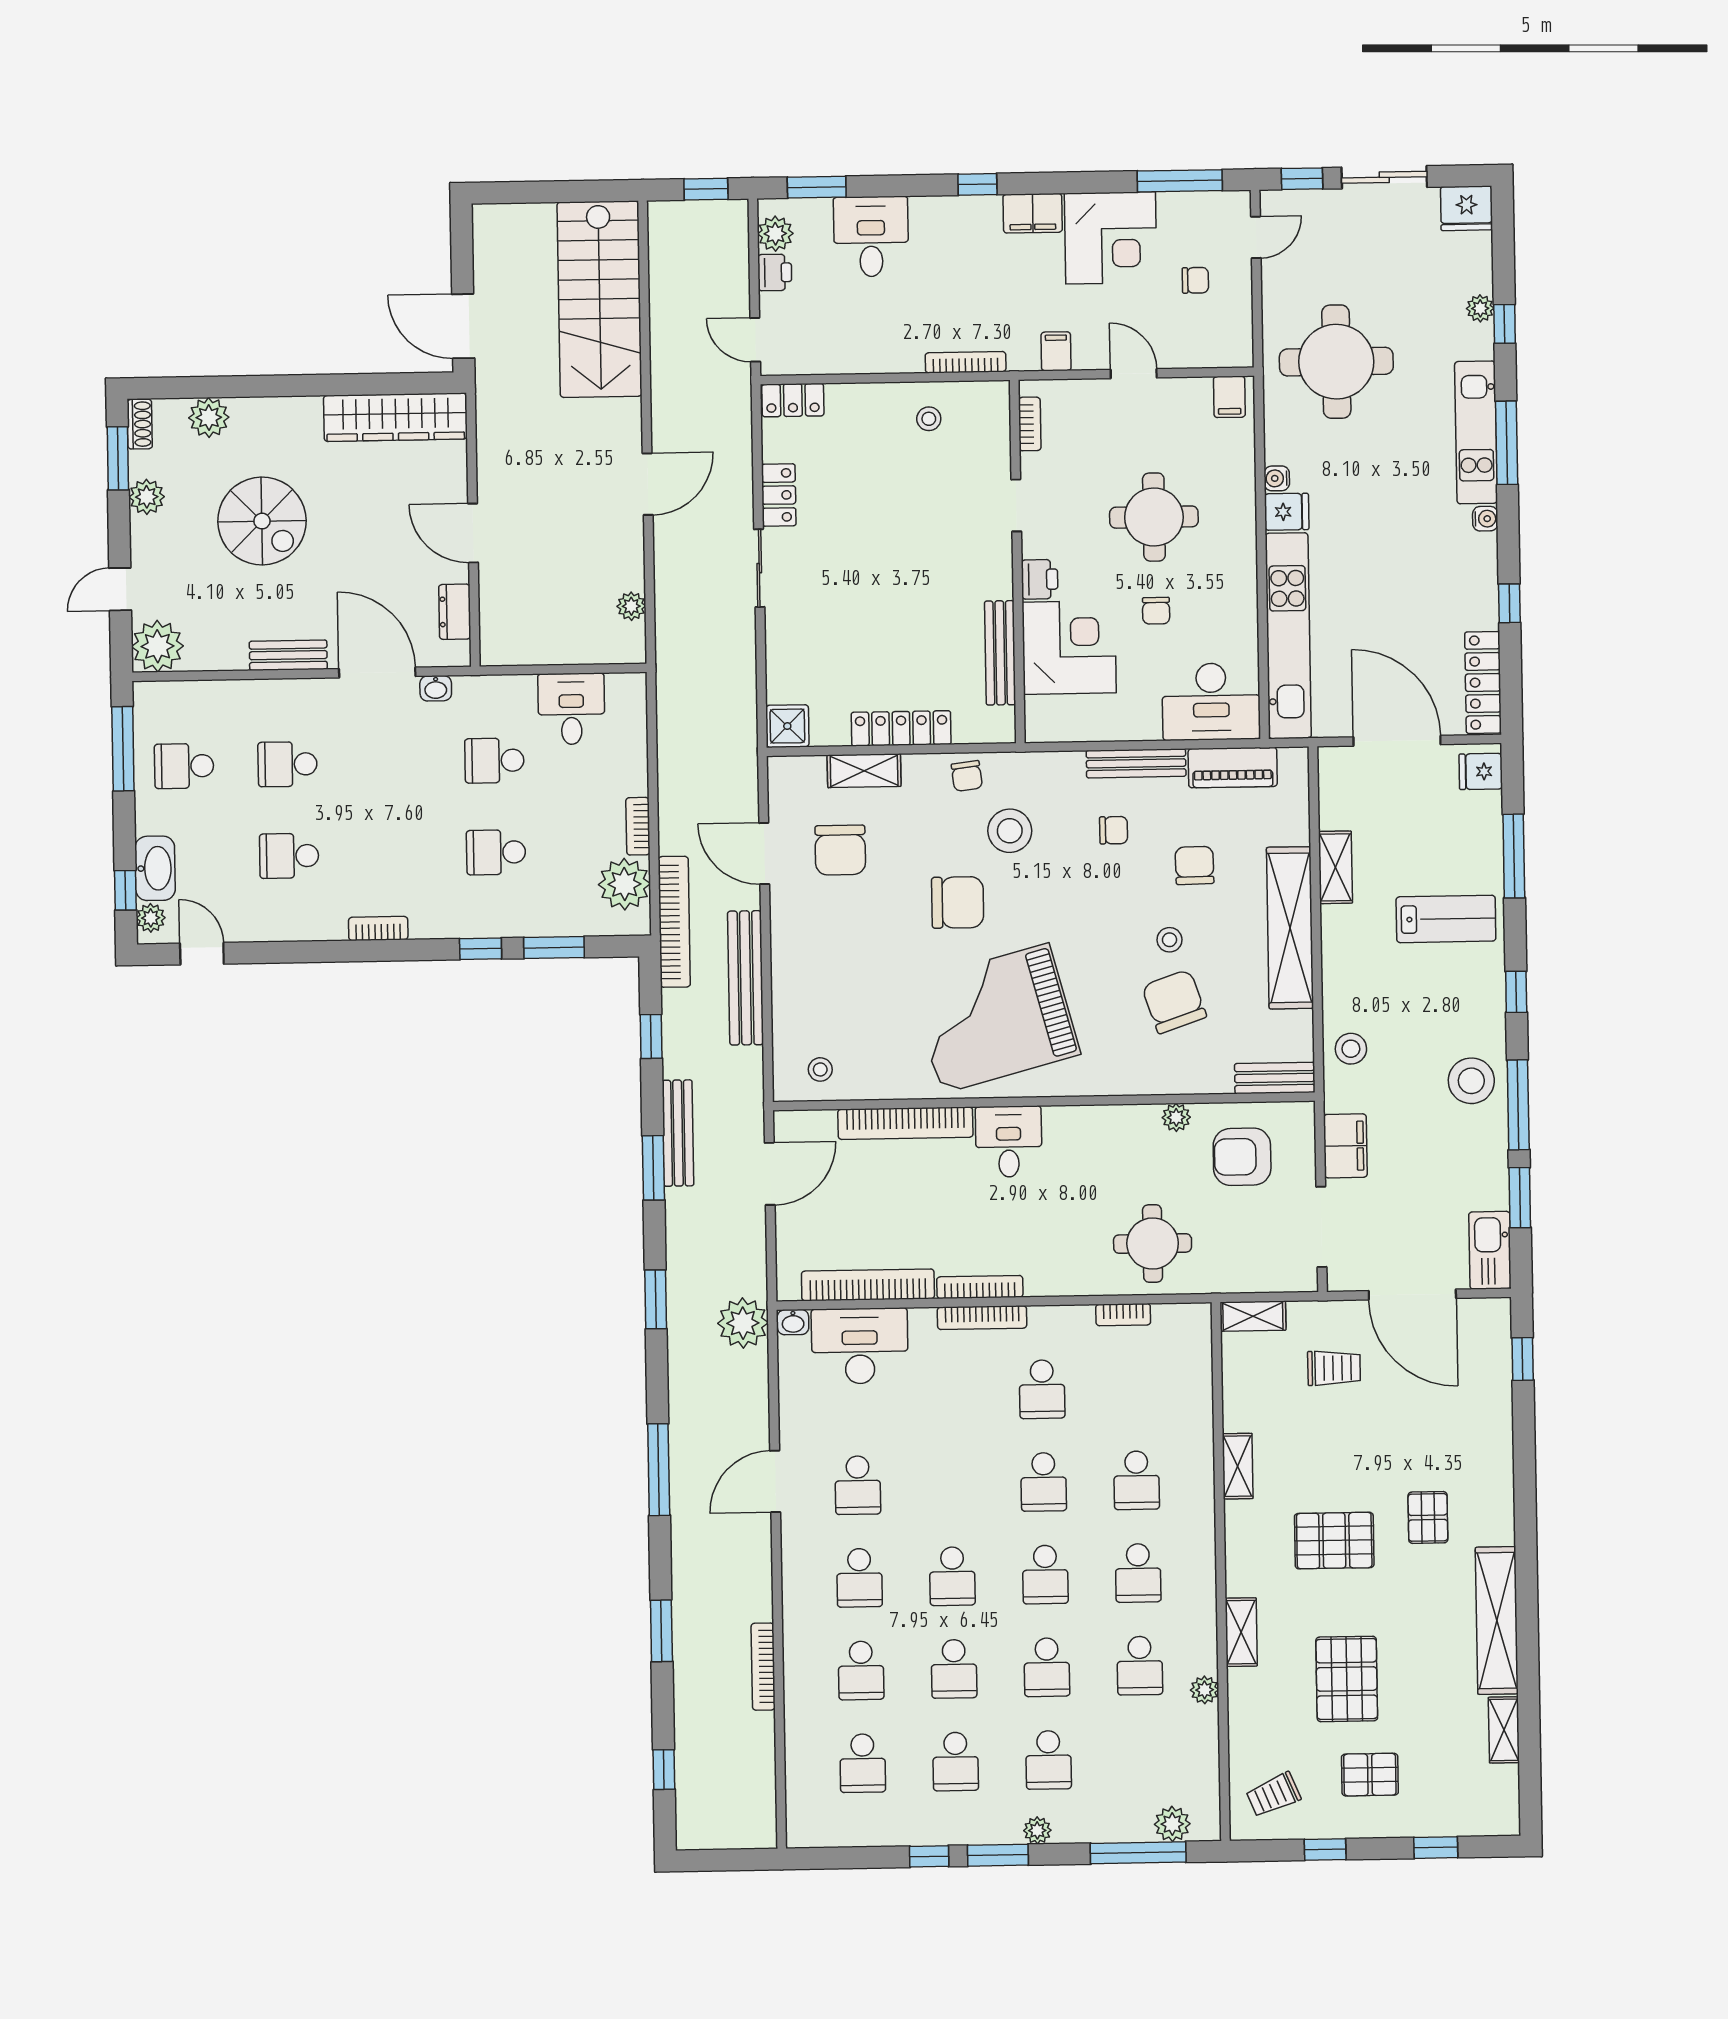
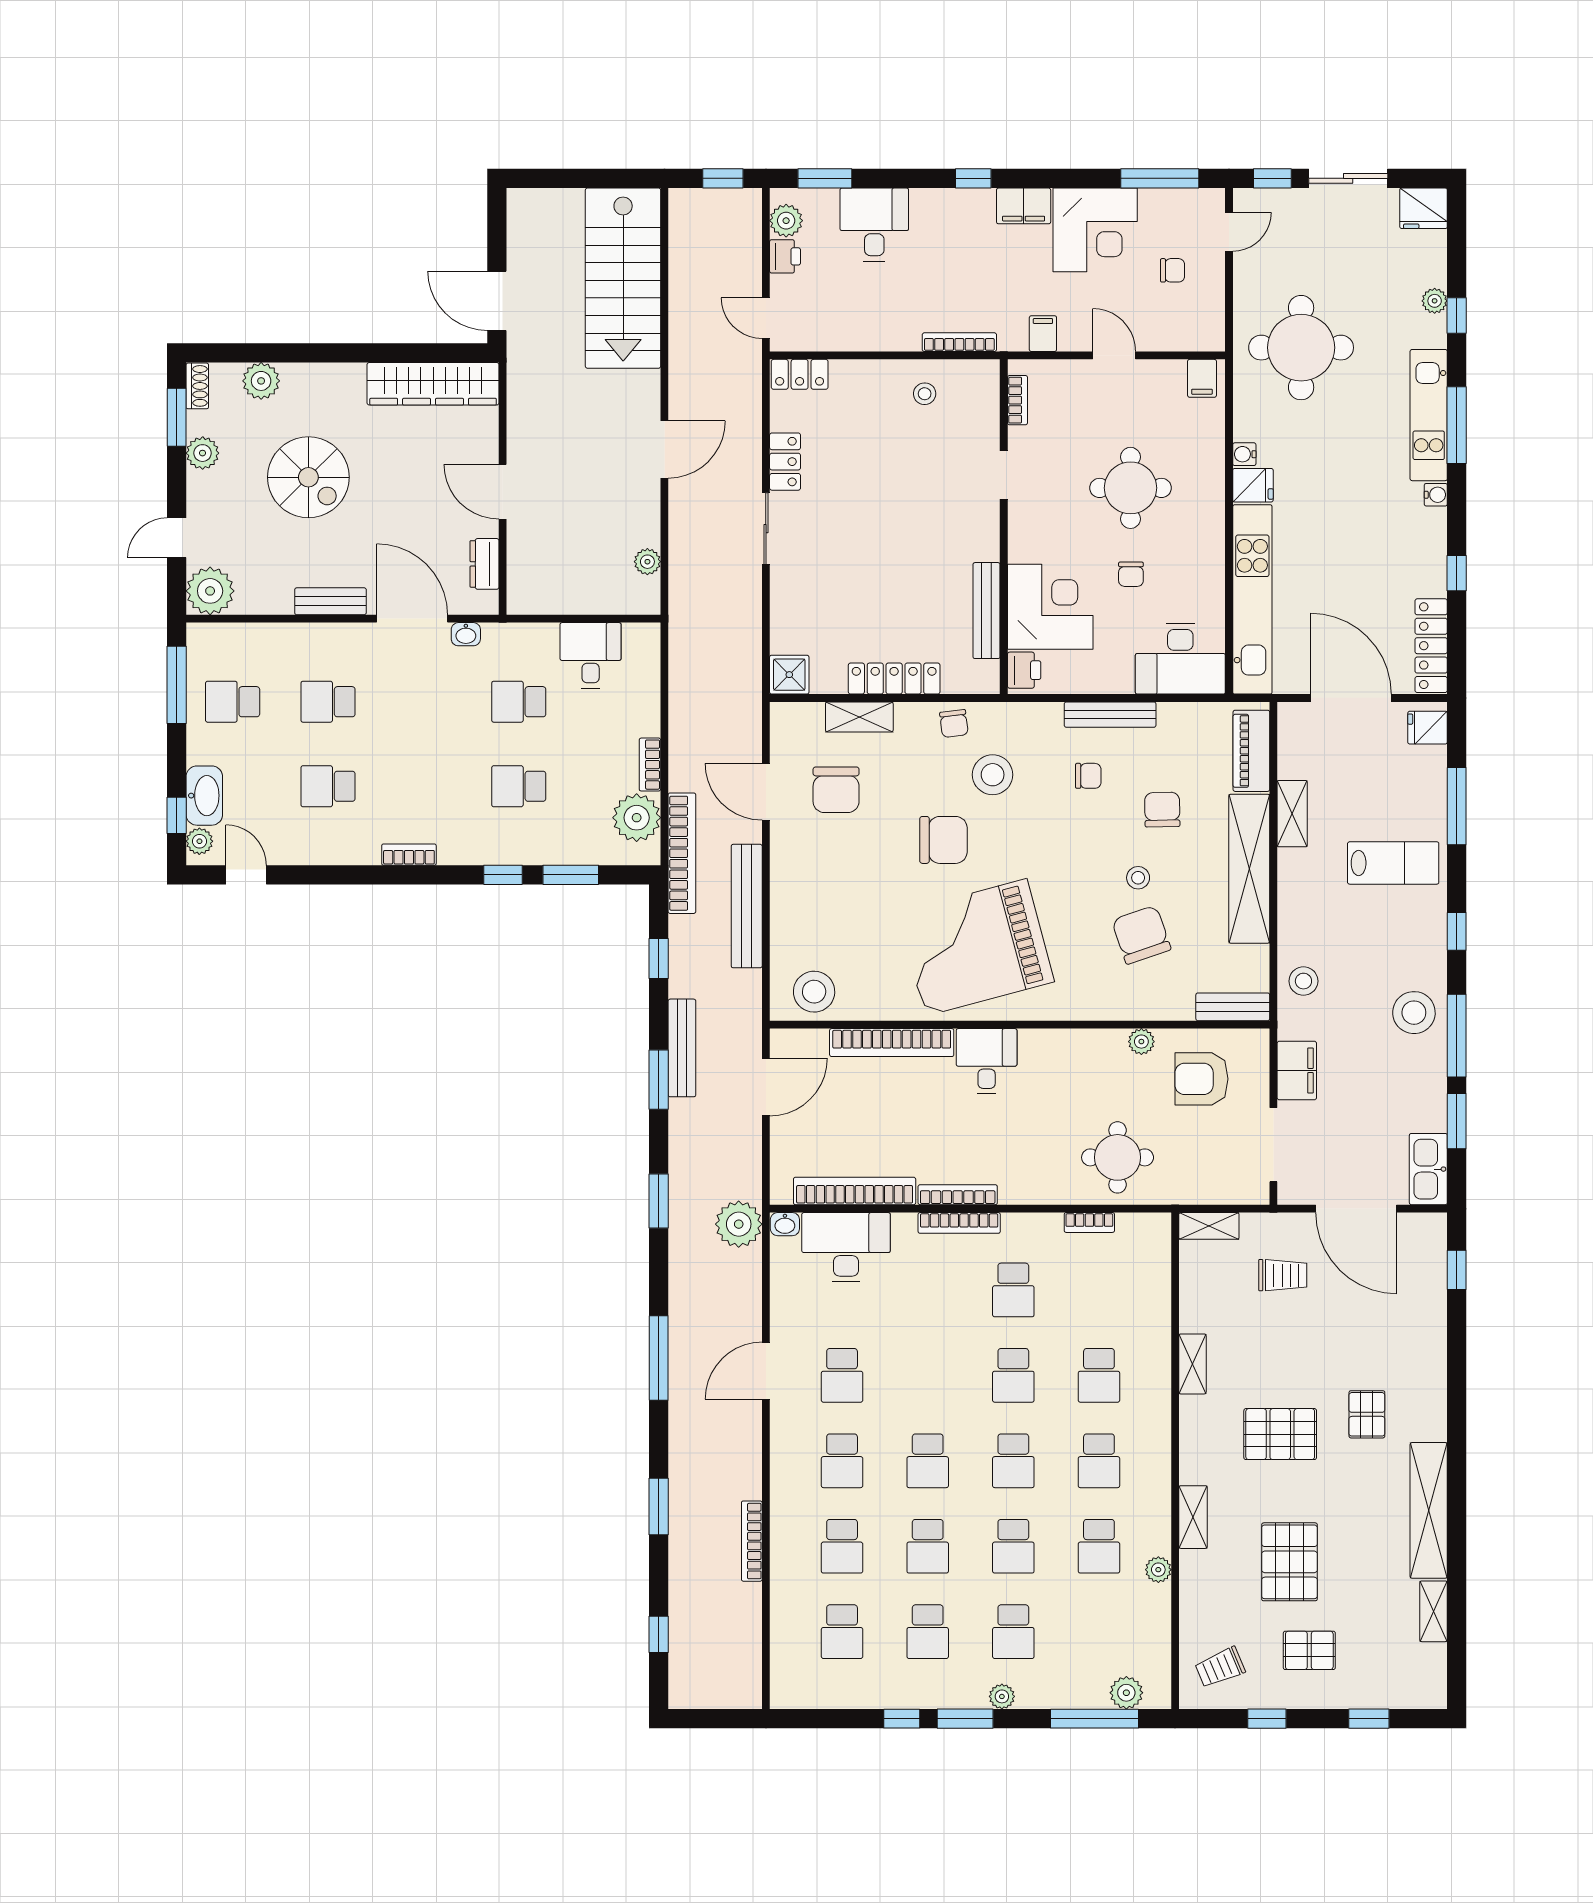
printer: (1040, 579) -> (1024, 670), moved
piano: (1233, 768) -> (1251, 751), moved, turned 90
stool: (820, 1069) -> (814, 992), width x1.89, depth x1.89

